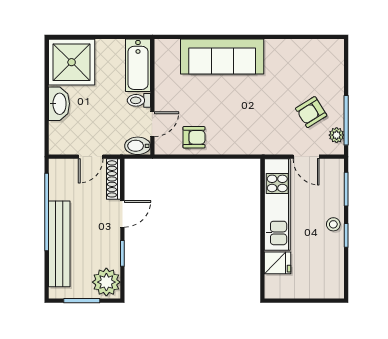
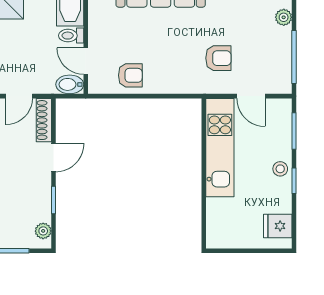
armchair: (311, 112) -> (218, 58), moved, turned -148
door: (152, 124) -> (86, 61), swing flipped
plant: (337, 135) -> (284, 17), moved
fridge: (277, 263) -> (278, 226), moved, turned 180
plant: (106, 282) -> (43, 231), width x0.53, depth x0.53

